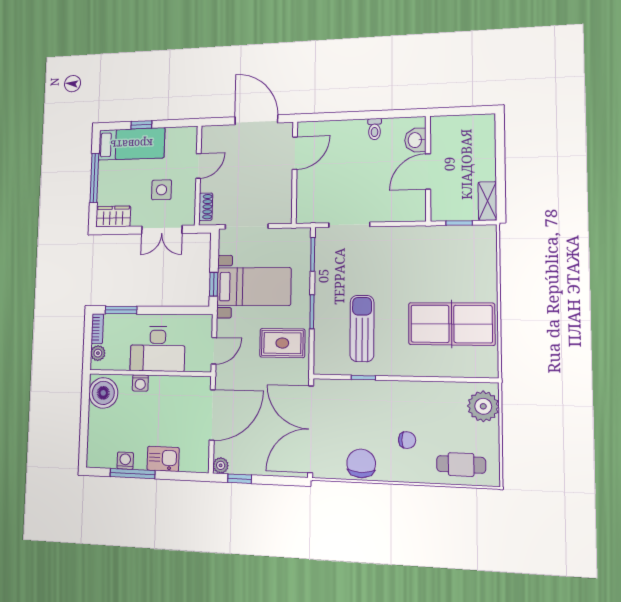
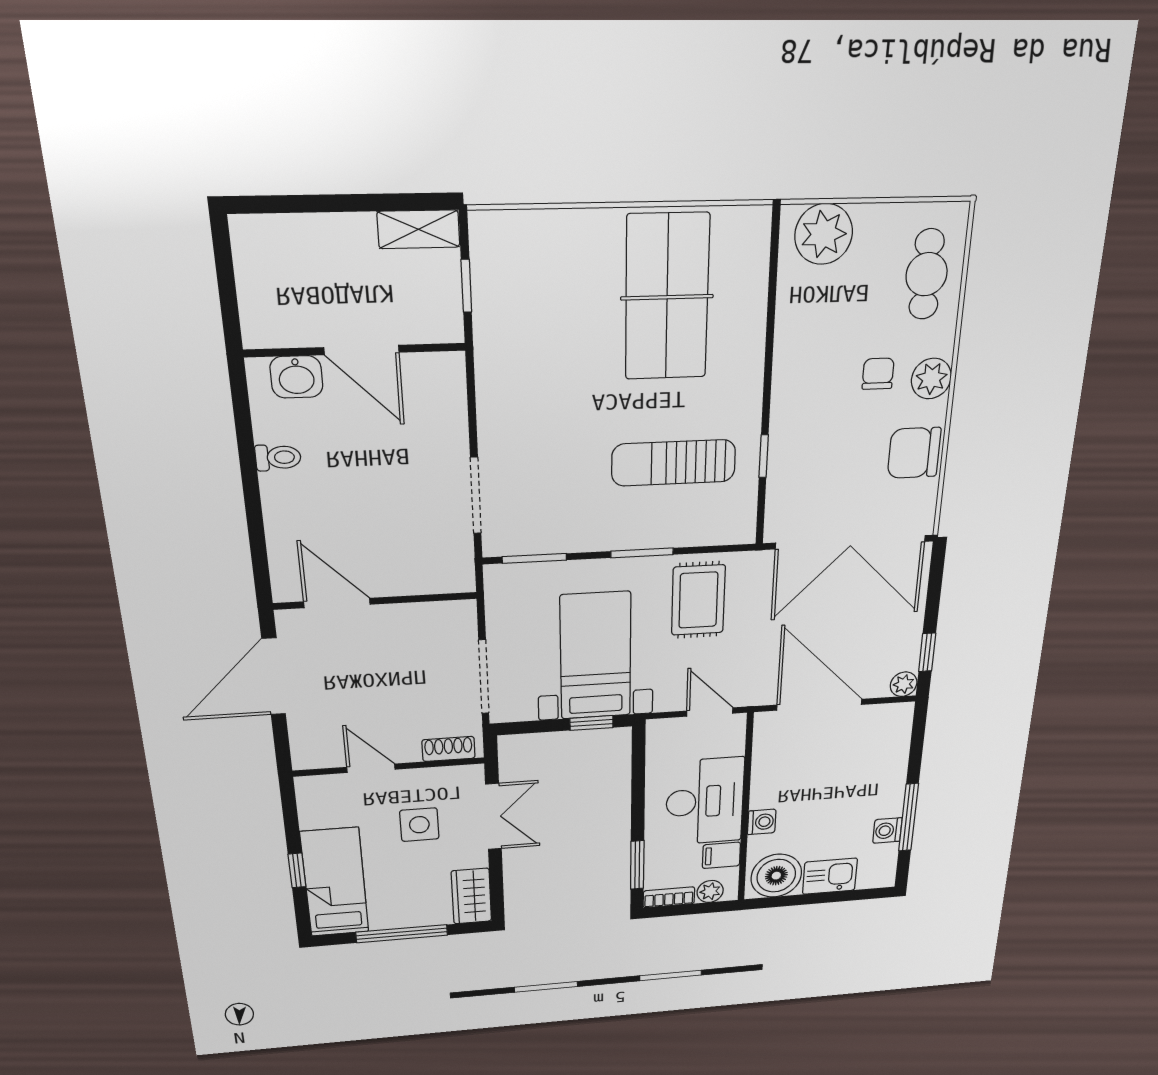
filing cabinet: (121, 359) -> (721, 855), added
kitchen sink: (163, 459) -> (830, 876), moved, turned 90
plant: (403, 471) -> (931, 379), added

